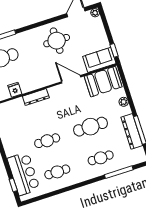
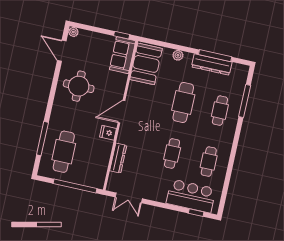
door: (71, 79) -> (121, 112), moved
fridge: (15, 90) -> (108, 133), moved
dresser: (36, 97) -> (118, 158), moved

